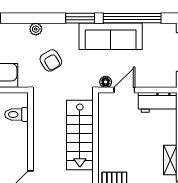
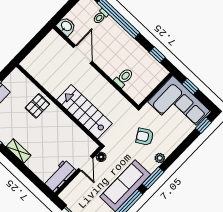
plant: (36, 29) -> (160, 158), moved
toilet: (16, 114) -> (124, 78), moved

